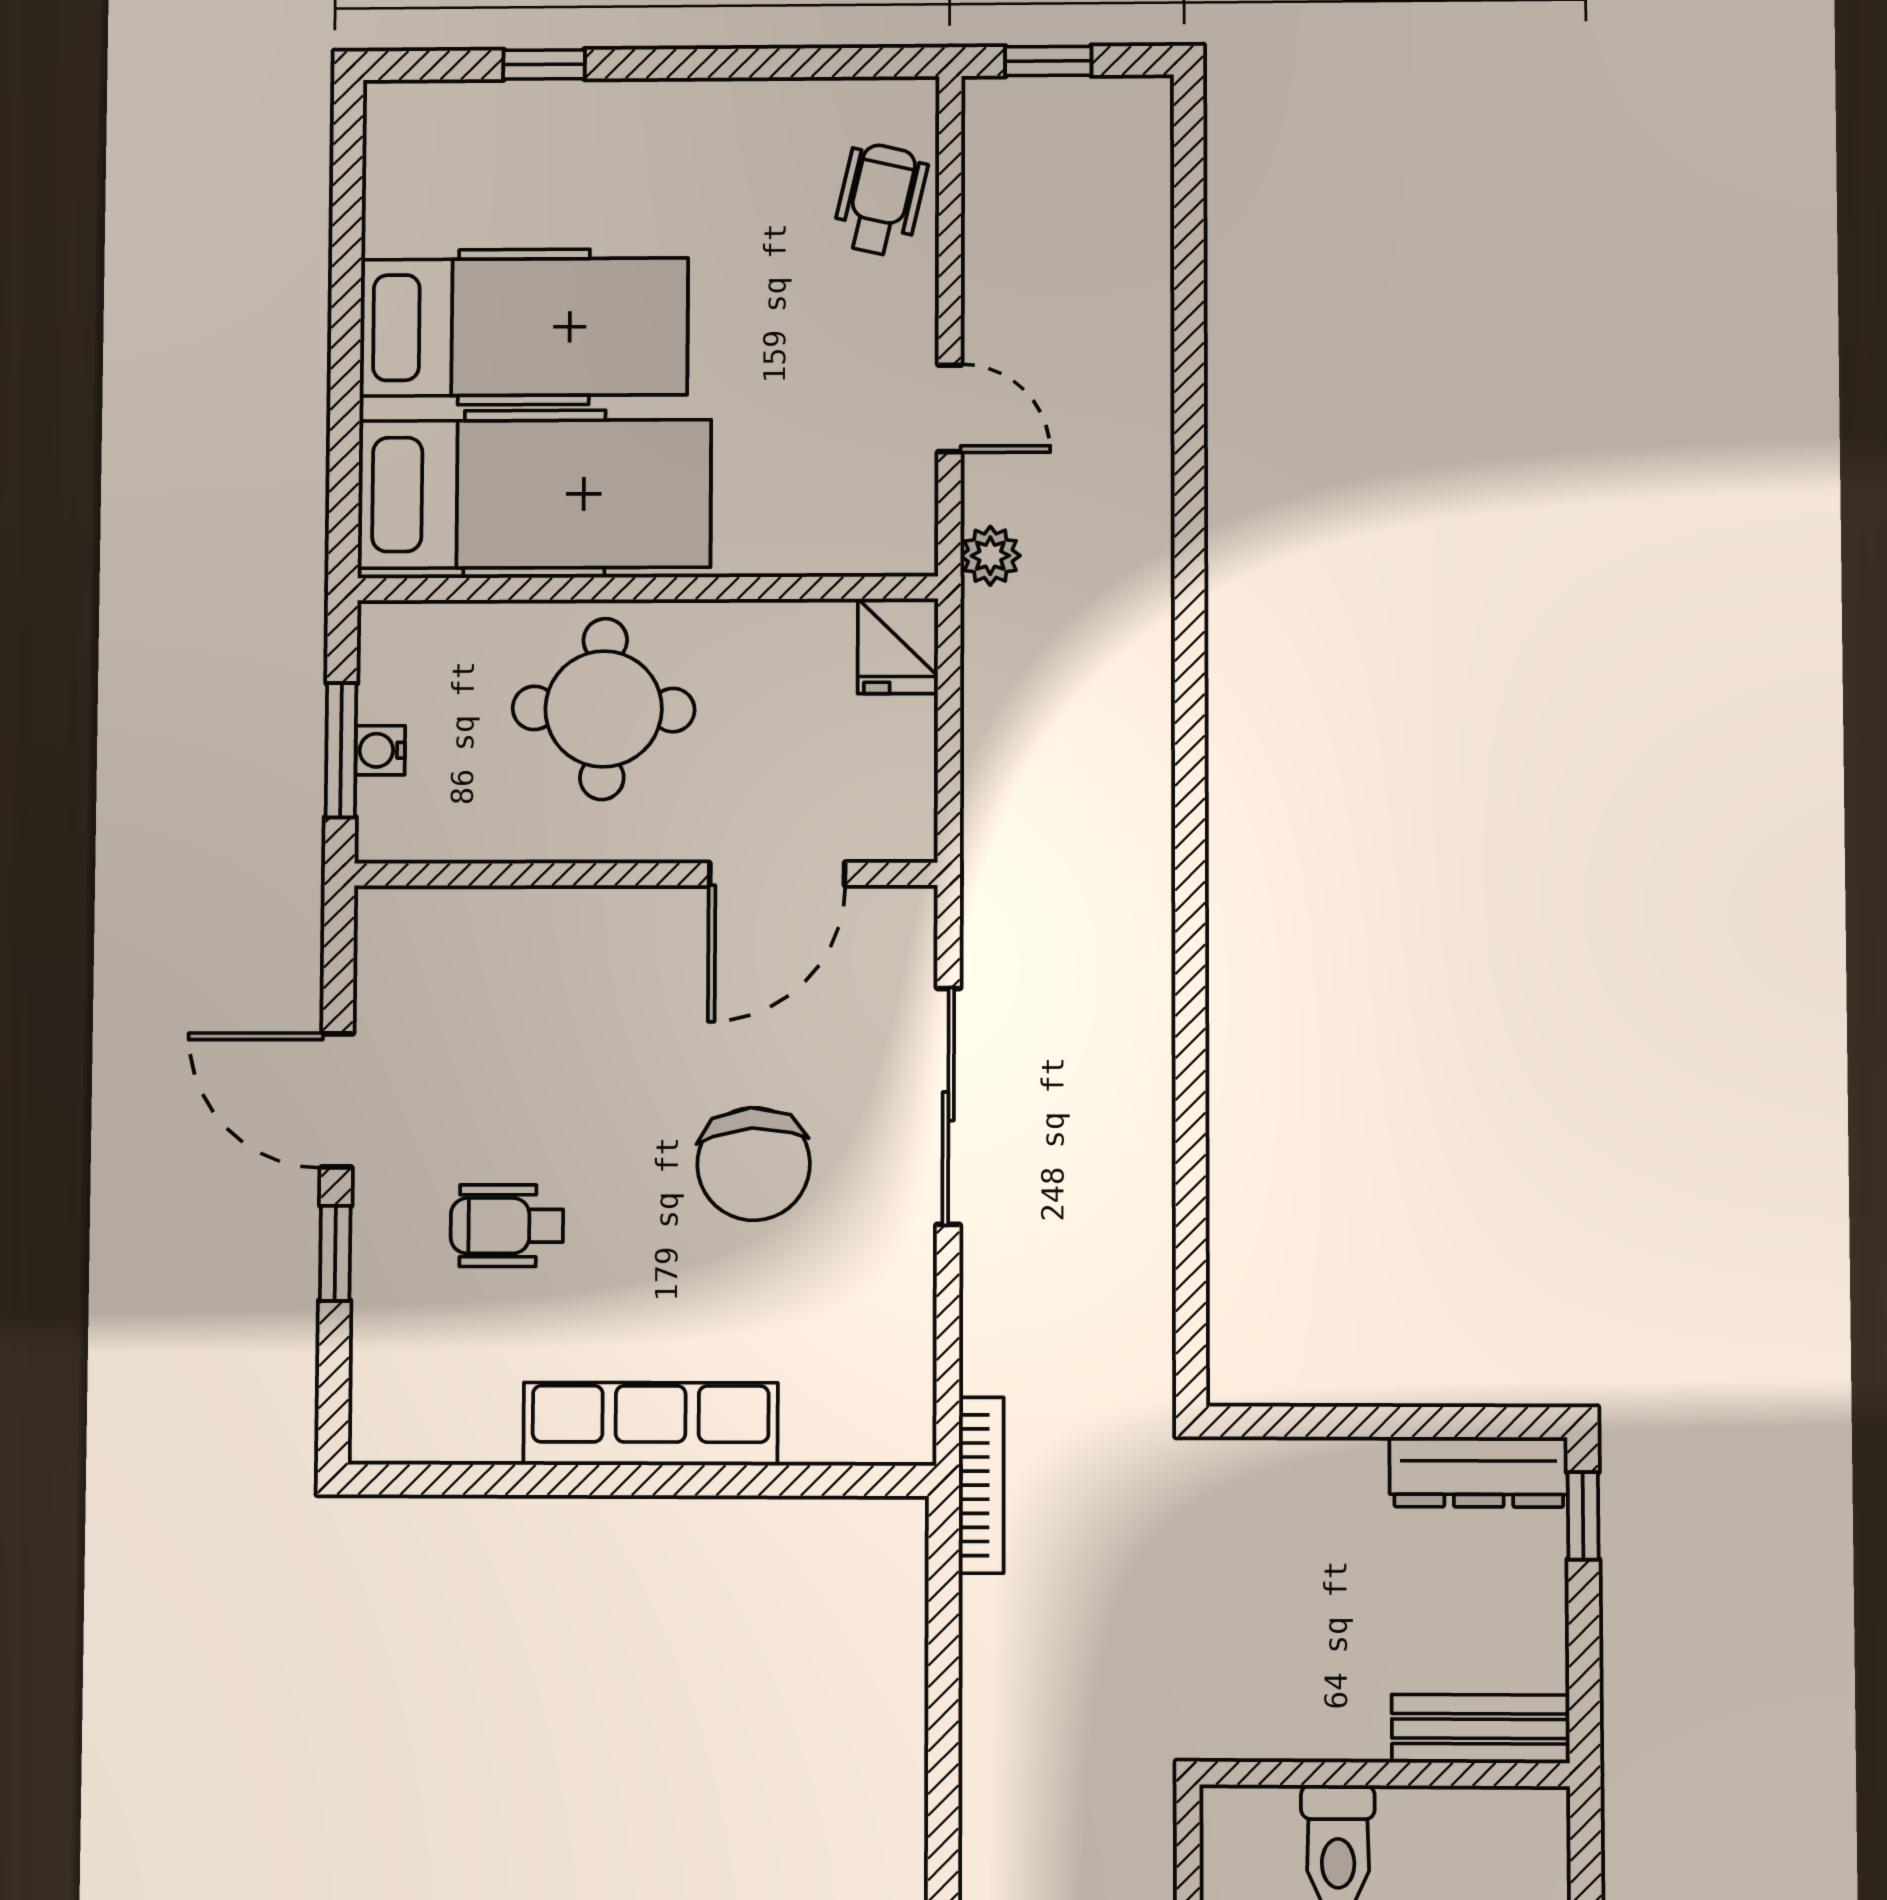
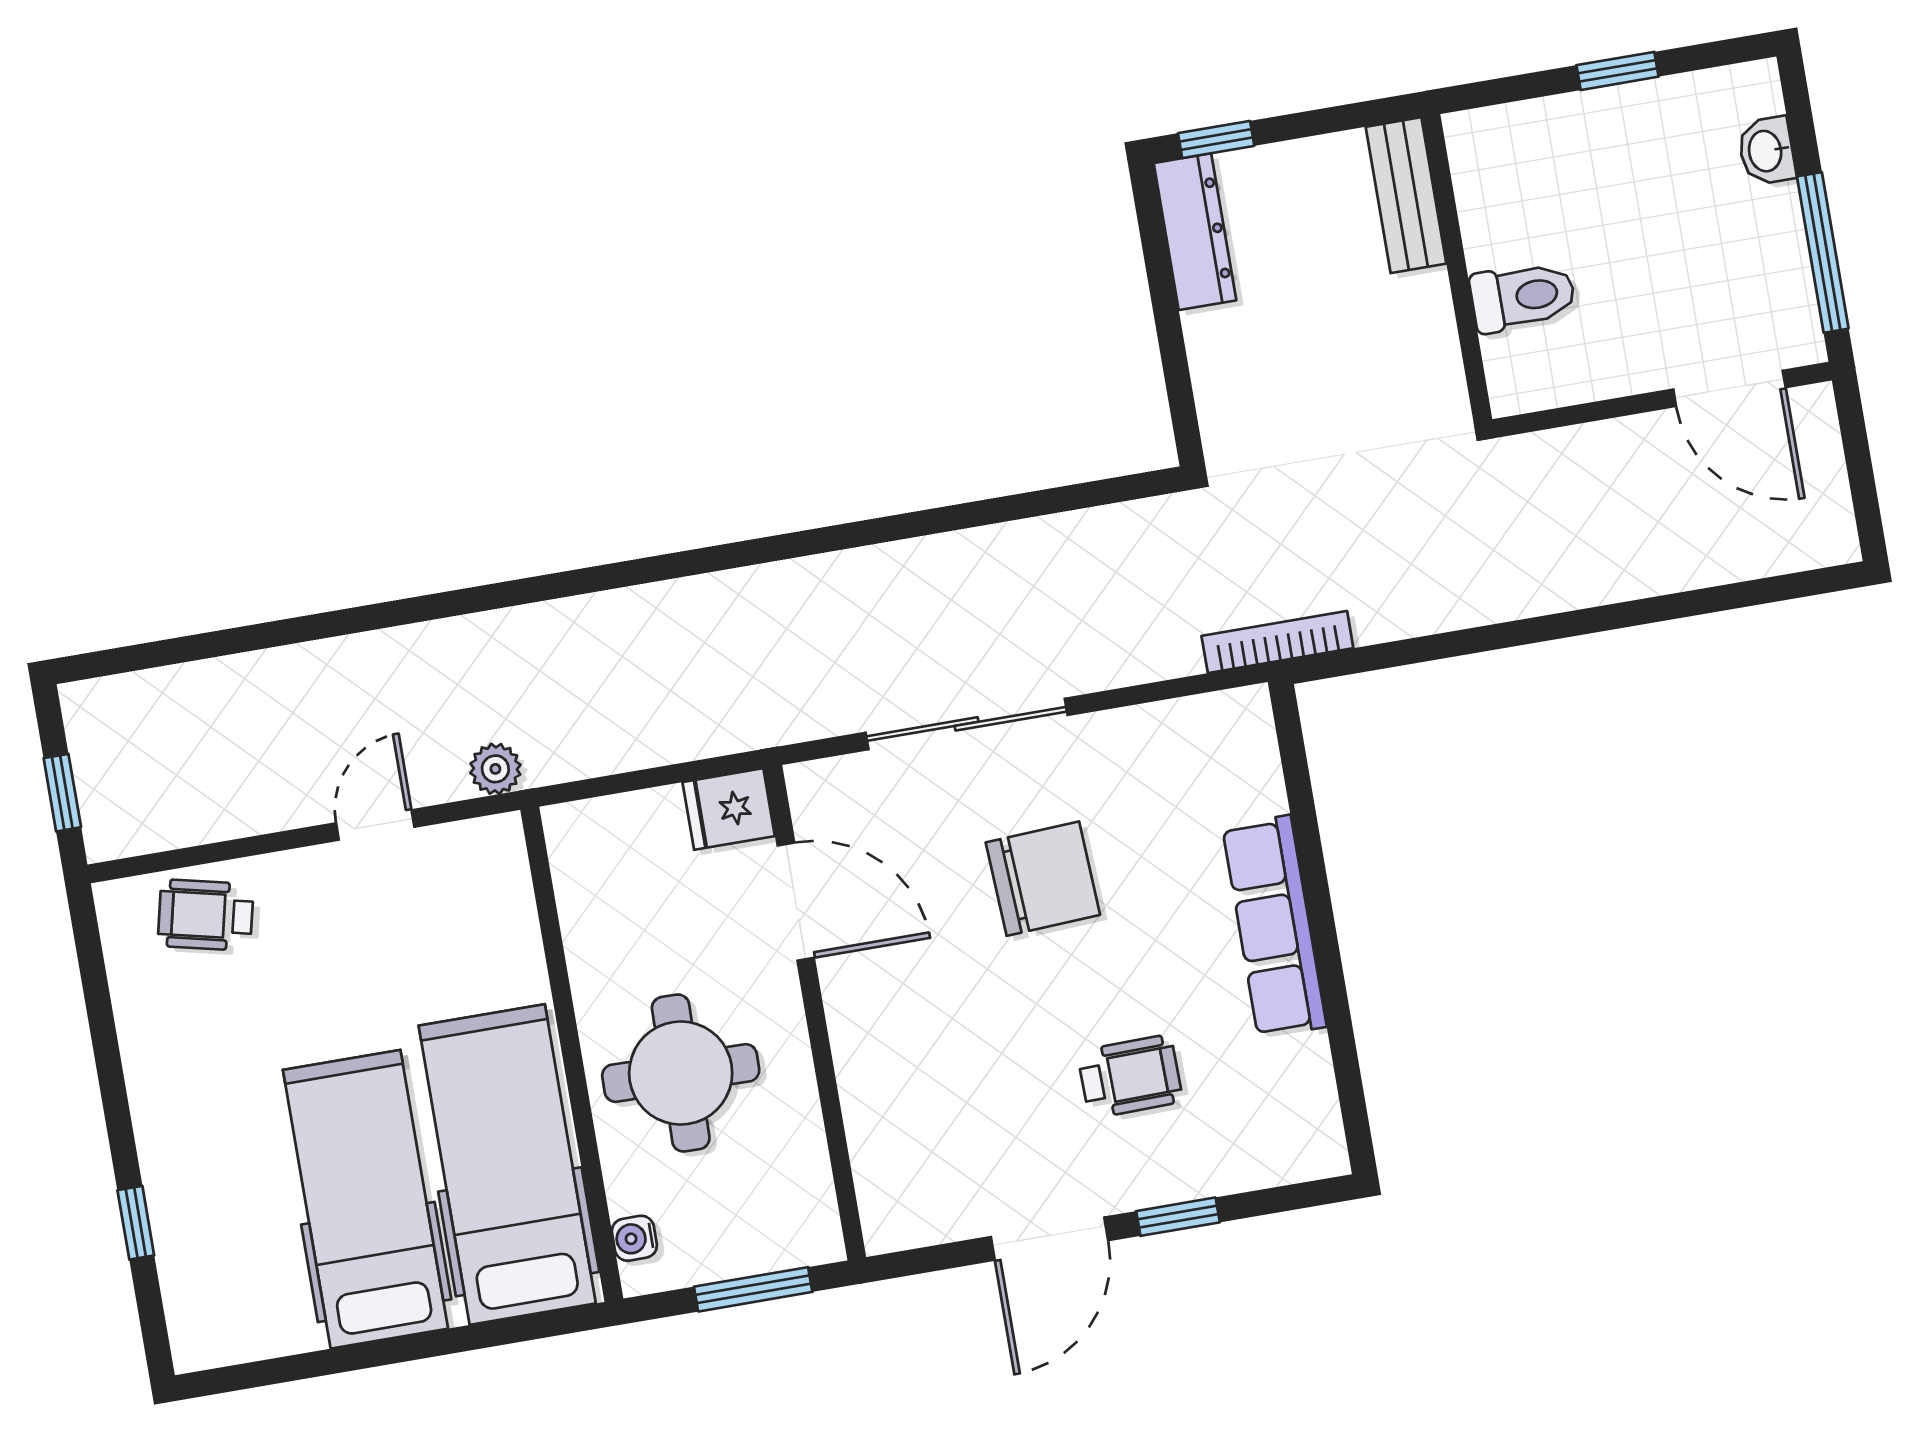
fridge: (898, 646) -> (729, 809), moved, turned 180
water cooler: (380, 750) -> (634, 1238), moved, turned 90
wheelchair: (507, 1226) -> (1130, 1076), turned -91

